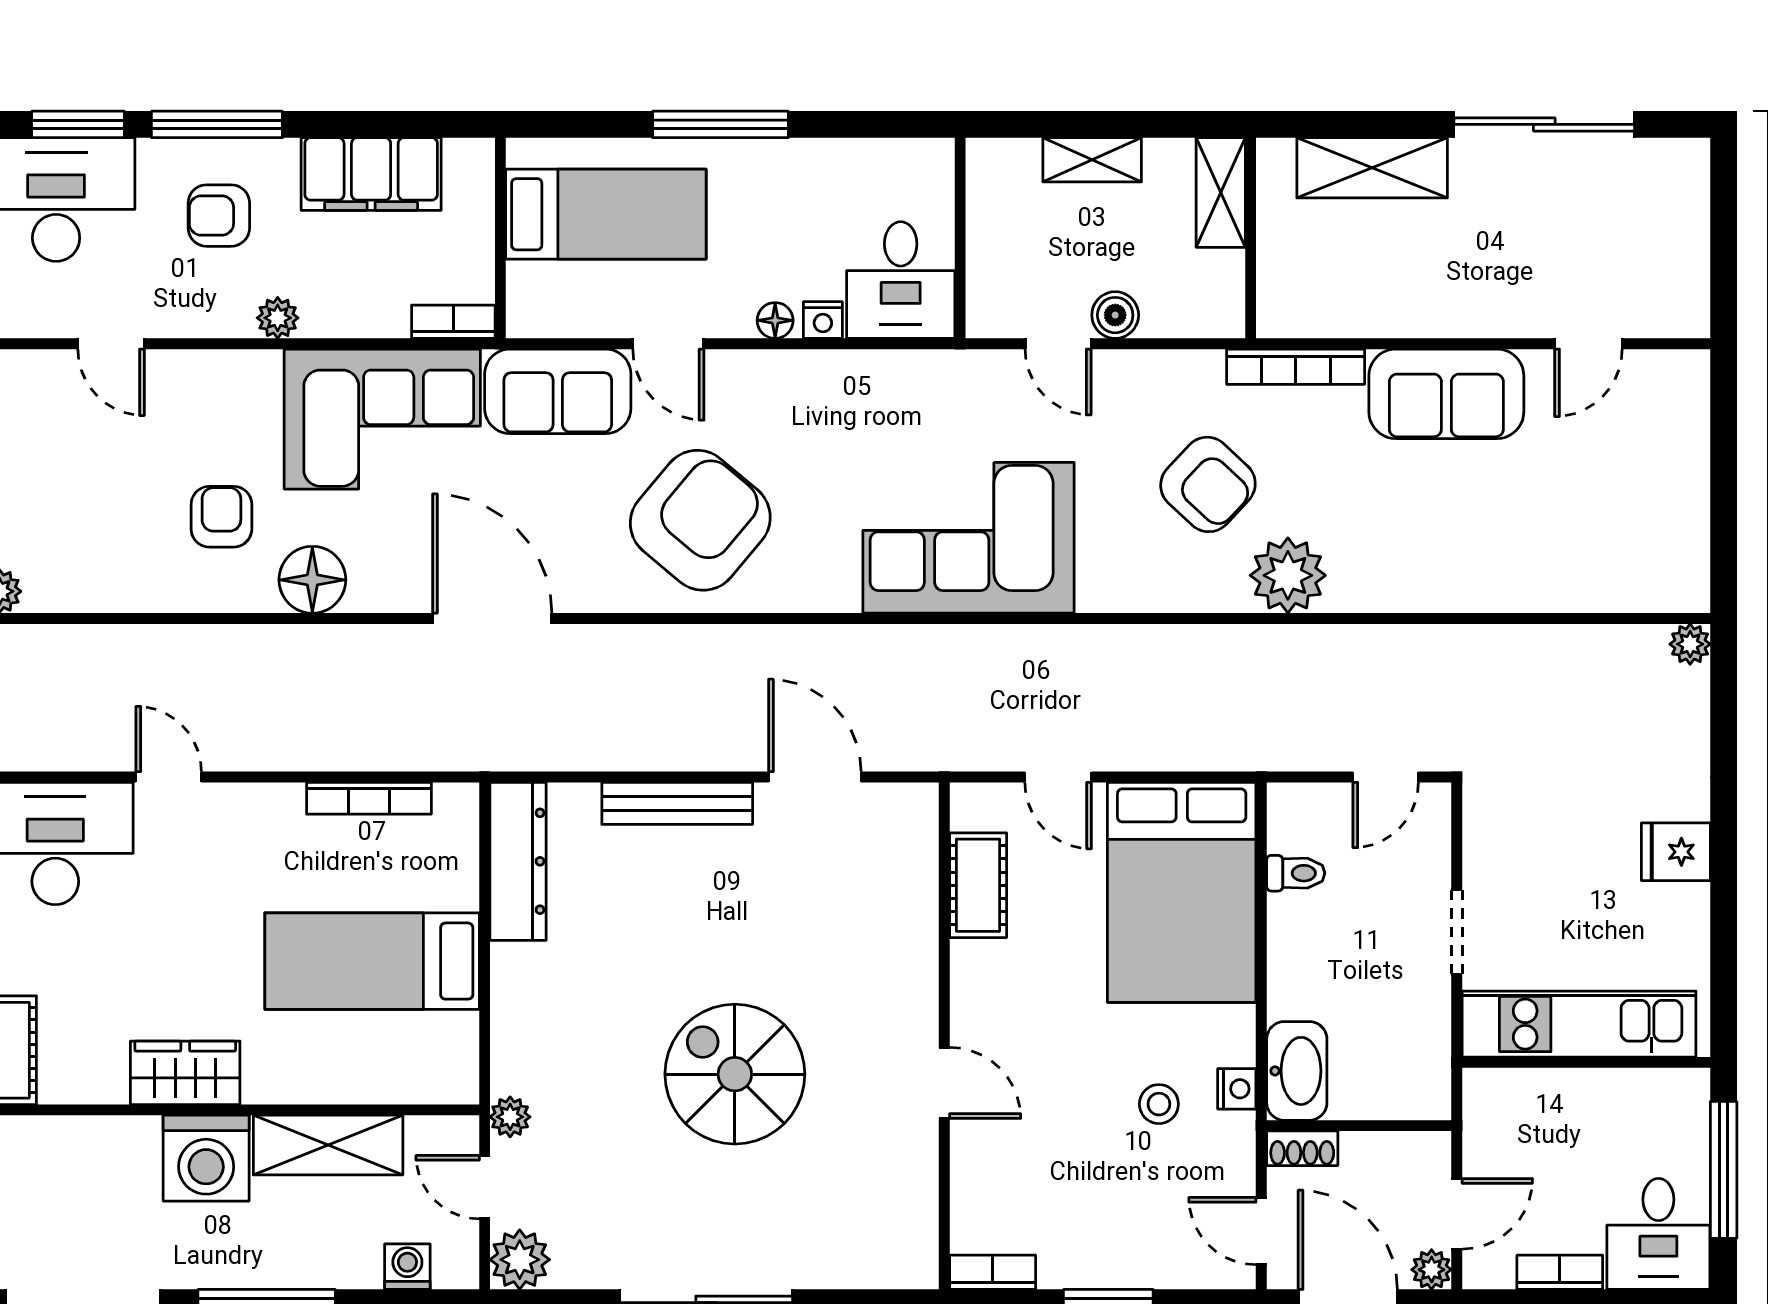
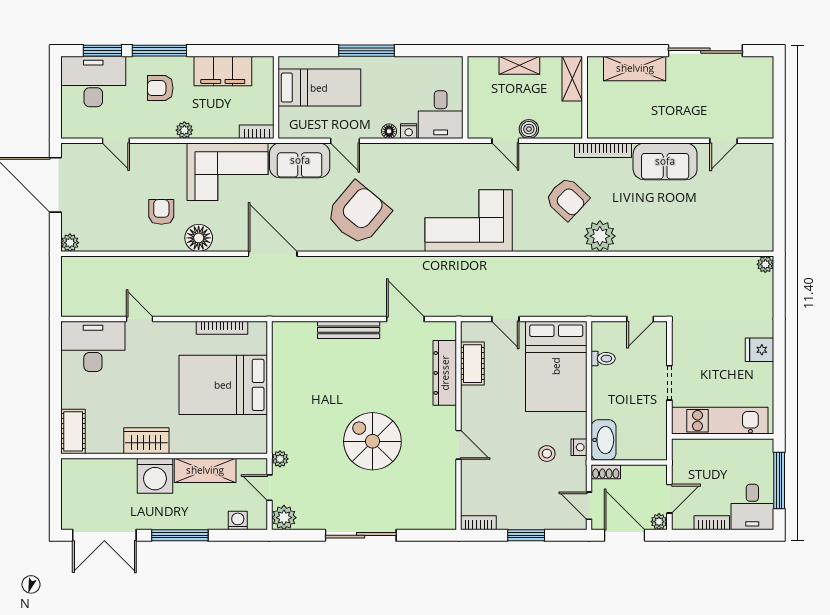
dresser: (518, 861) -> (445, 373), moved, turned 180
bed: (372, 961) -> (223, 385), width x1.50

